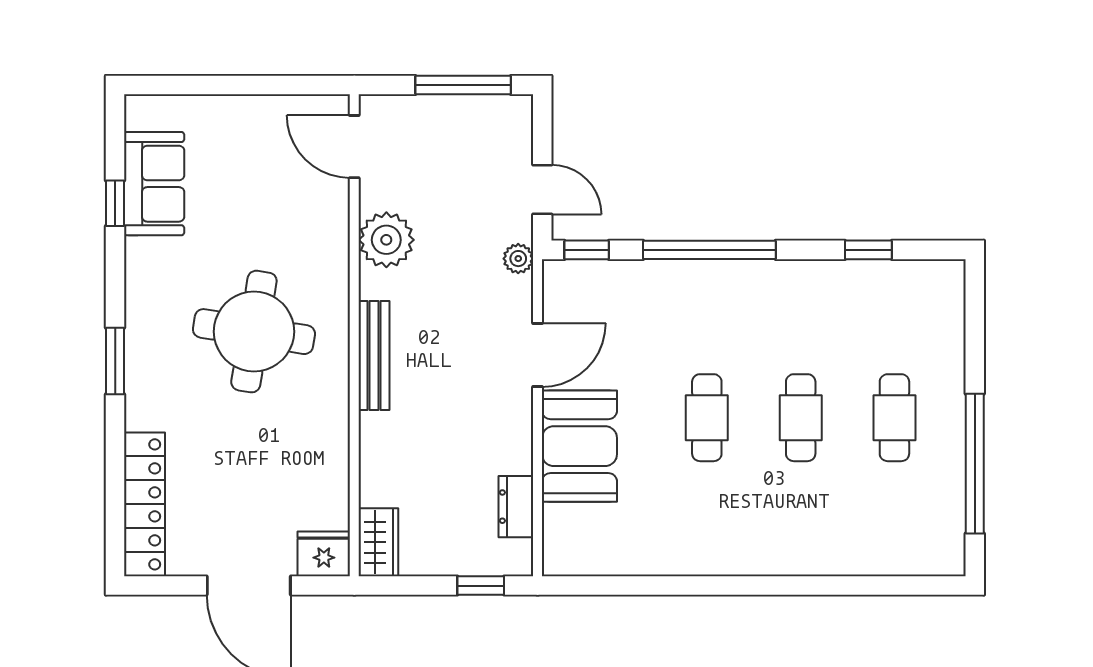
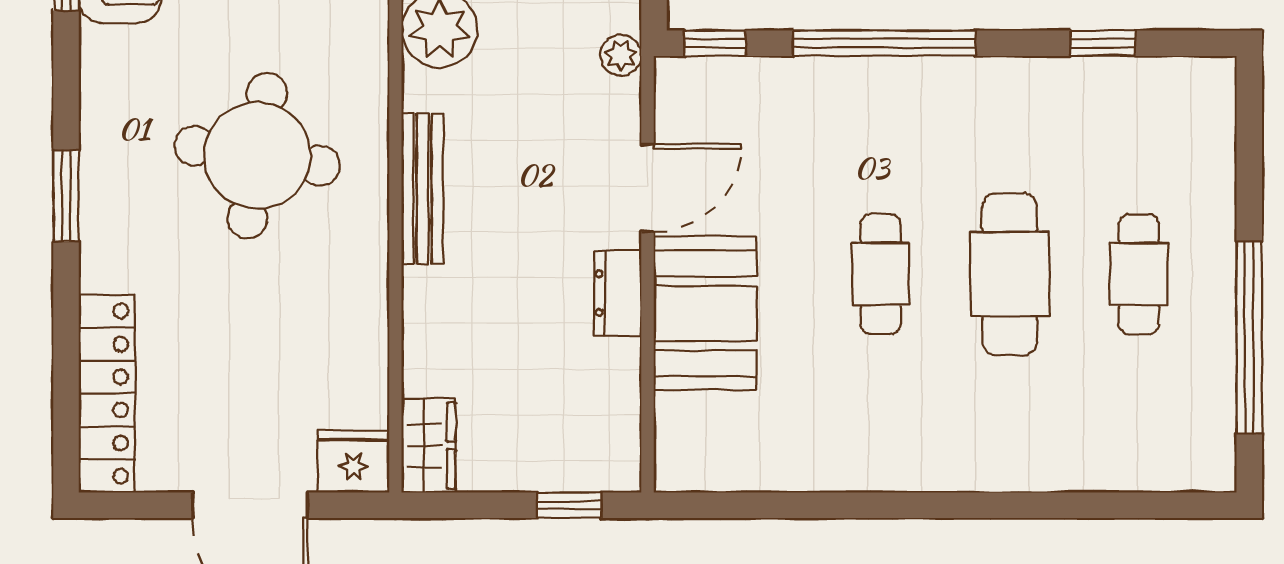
cafe table: (801, 418) -> (1010, 274), width x1.37, depth x1.35
dresser: (516, 507) -> (618, 293), moved

